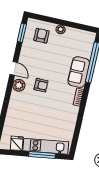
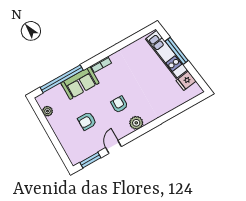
plant: (61, 29) -> (47, 111), moved
armchair: (41, 36) -> (87, 121), moved
door: (14, 68) -> (114, 147), moved

